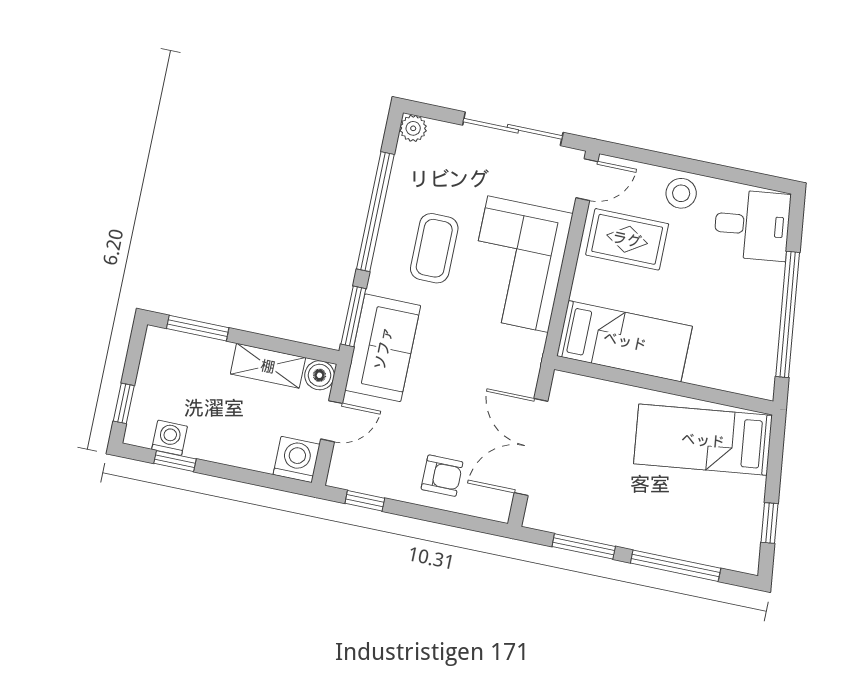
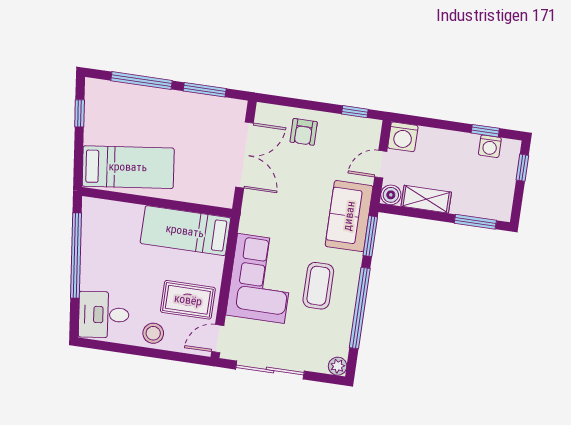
armchair: (442, 476) -> (304, 132), turned -90

